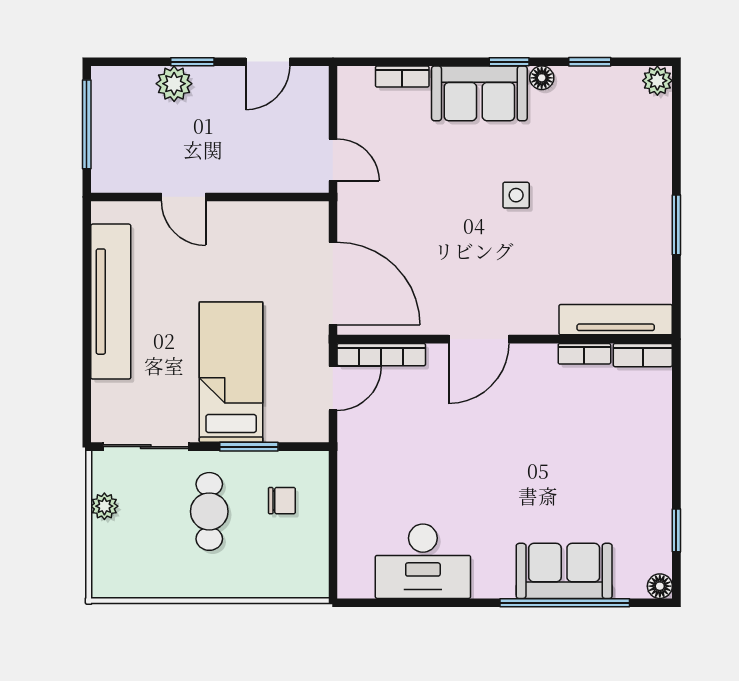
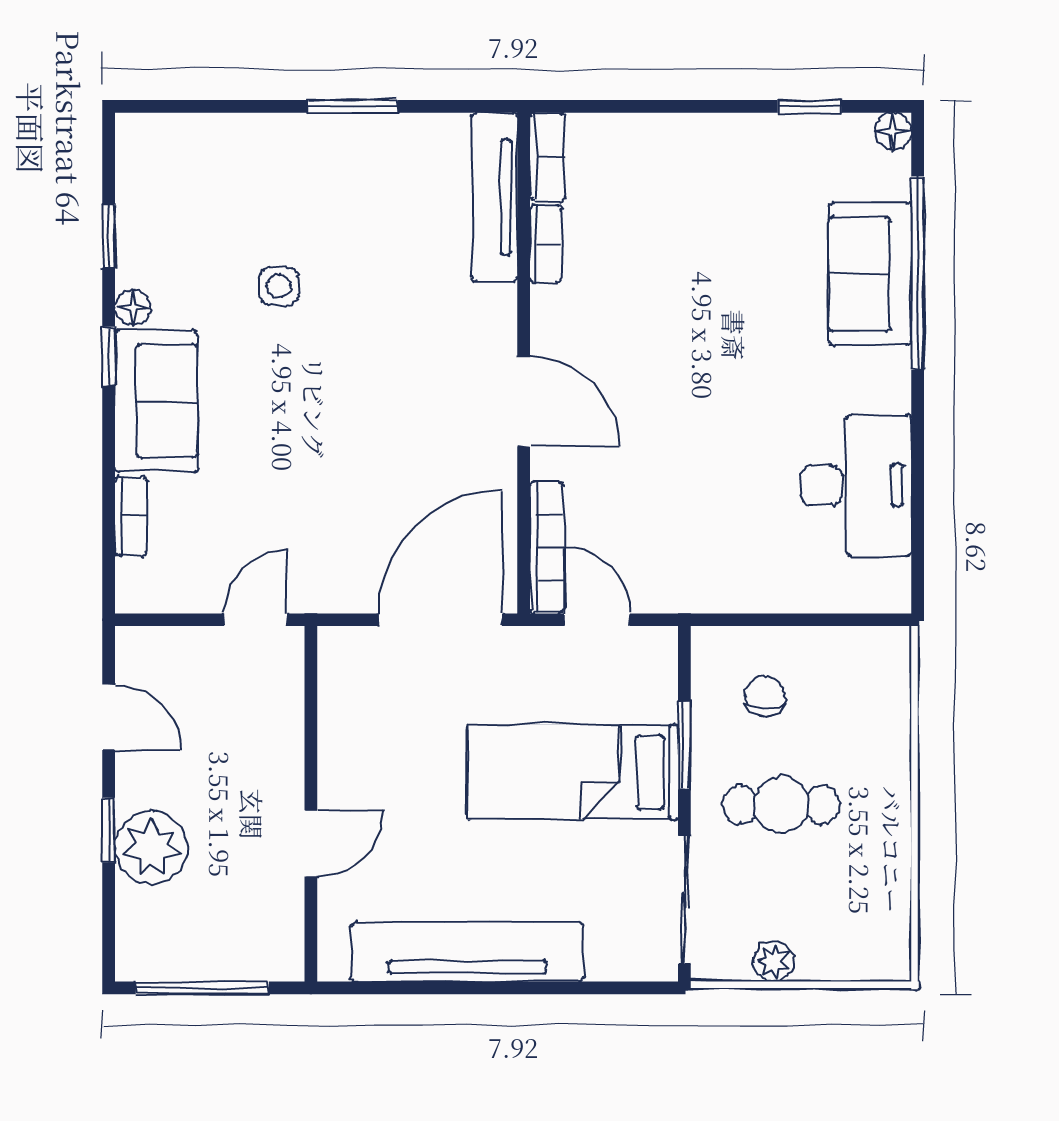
plant: (657, 81) -> (137, 135), removed
plant: (174, 84) -> (151, 848), width x1.36, depth x1.36
side table: (516, 195) -> (279, 286), moved

